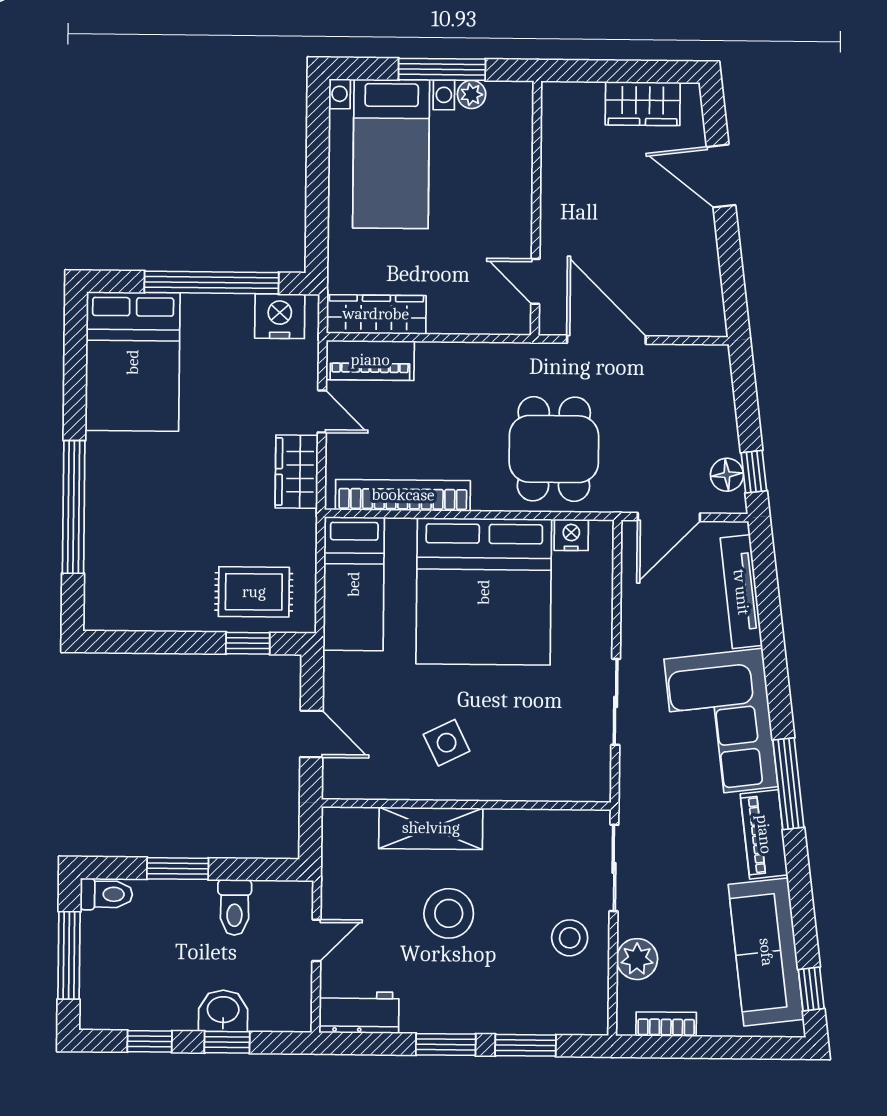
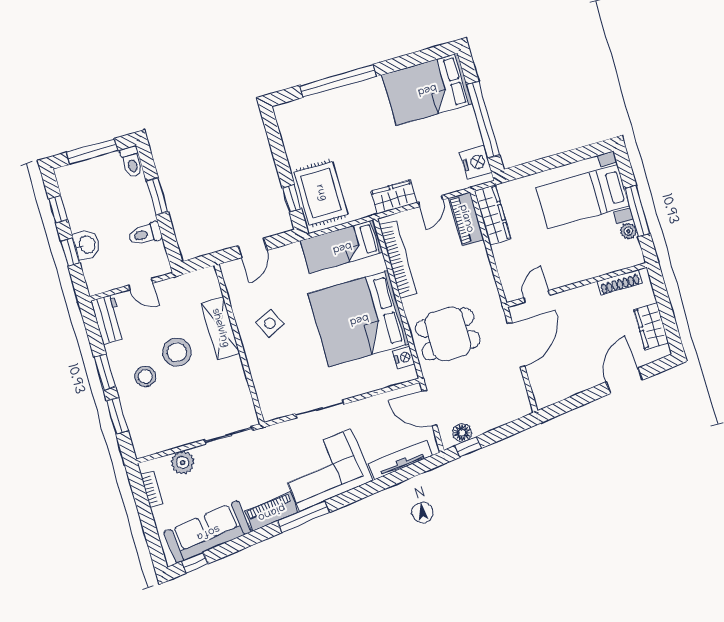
shoe rack: (553, 135) -> (620, 282), added
rug: (254, 592) -> (321, 193), width x1.36, depth x1.43
stool: (570, 938) -> (145, 377), moved

